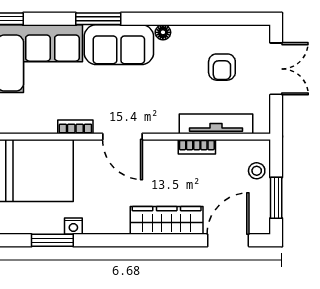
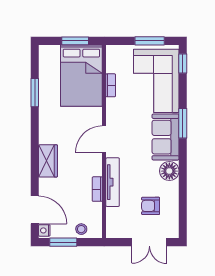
floor lamp: (163, 32) -> (169, 171), width x1.89, depth x1.89
tv unit: (216, 124) -> (113, 182), moved
bookcase: (75, 127) -> (111, 85), moved
wardrobe: (167, 220) -> (48, 161), width x0.67
nightstand: (73, 226) -> (44, 230), moved

